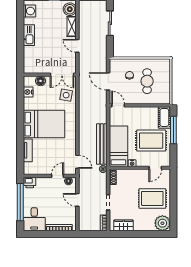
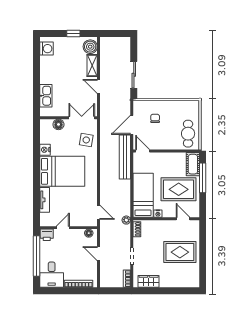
sliding door: (110, 23) -> (134, 75), moved
kitchen sink: (29, 35) -> (46, 96), moved
double door: (62, 75) -> (82, 118), swing flipped
door: (108, 81) -> (132, 125), hinge flipped
cafe table: (147, 81) -> (188, 134), moved
nightstand: (28, 92) -> (45, 150), moved
bench: (102, 144) -> (125, 157), moved
door: (155, 168) -> (183, 219), swing flipped
door: (58, 176) -> (63, 228), moved
plant: (162, 223) -> (191, 279), removed

